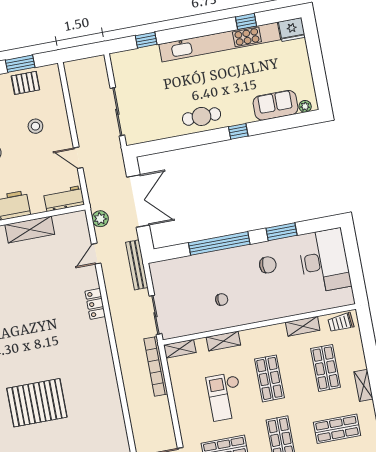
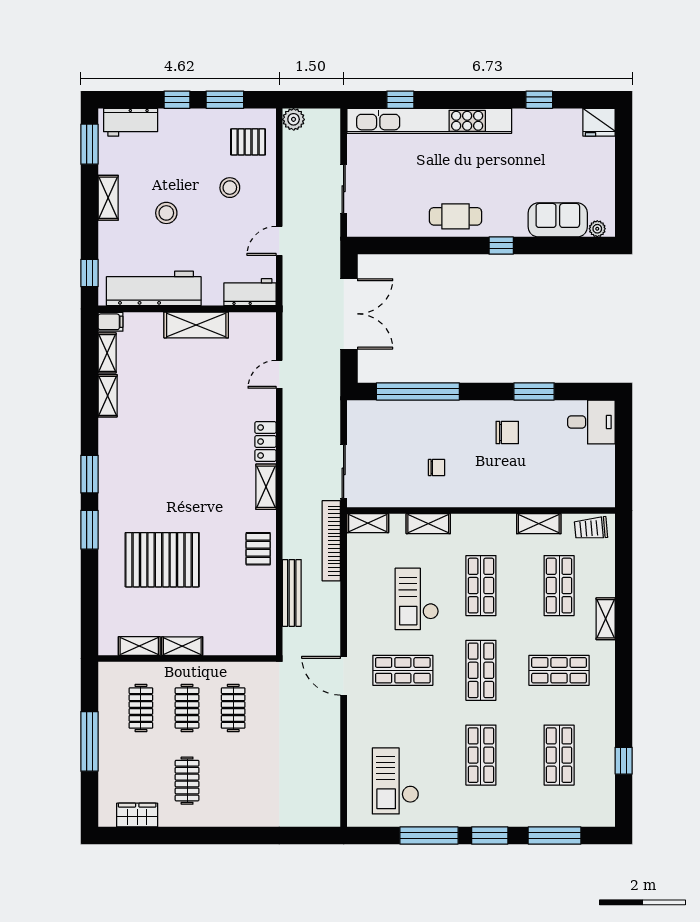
kitchen unit: (220, 42) -> (429, 121), moved
pallet: (25, 83) -> (248, 142), moved
sliding door: (117, 112) -> (344, 189), width x0.73
door: (78, 158) -> (279, 241), hinge flipped
plant: (100, 219) -> (294, 119), moved
window: (219, 243) -> (418, 391), moved
desk: (324, 261) -> (591, 422), width x0.53, depth x0.77
bench: (137, 265) -> (292, 593), moved
shelving: (102, 336) -> (266, 487), added
pallet: (104, 382) -> (258, 549), added

